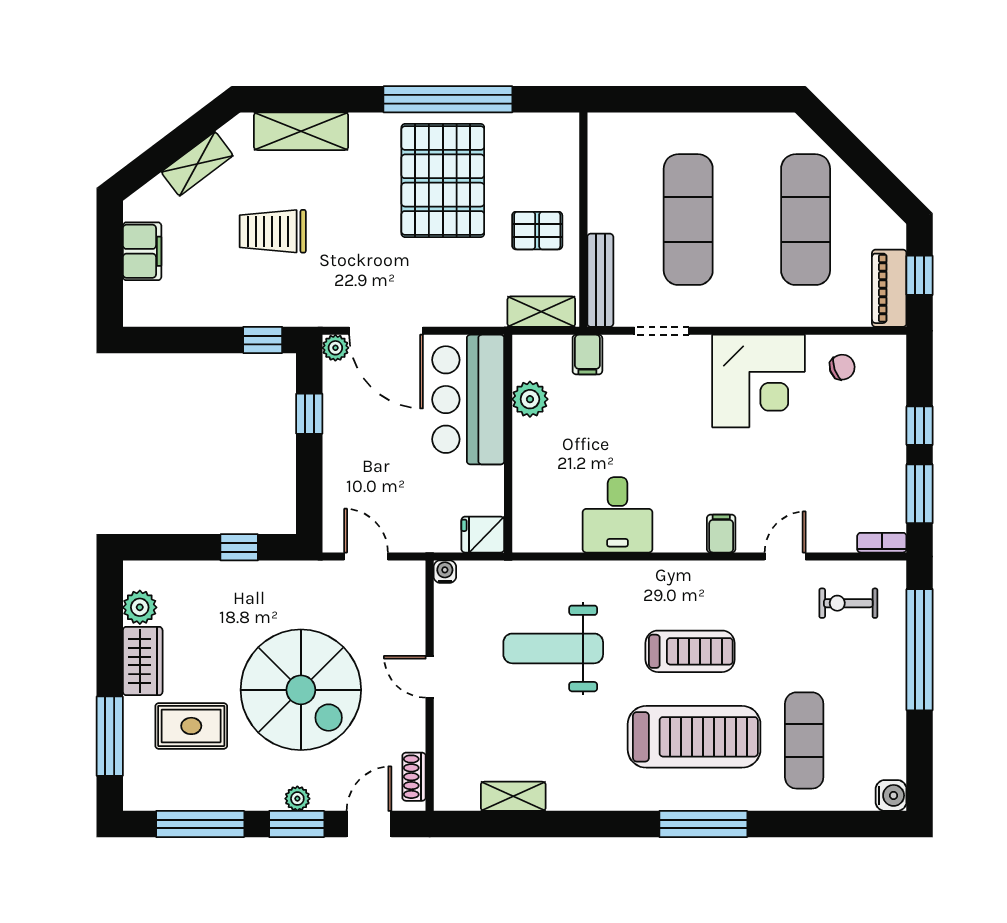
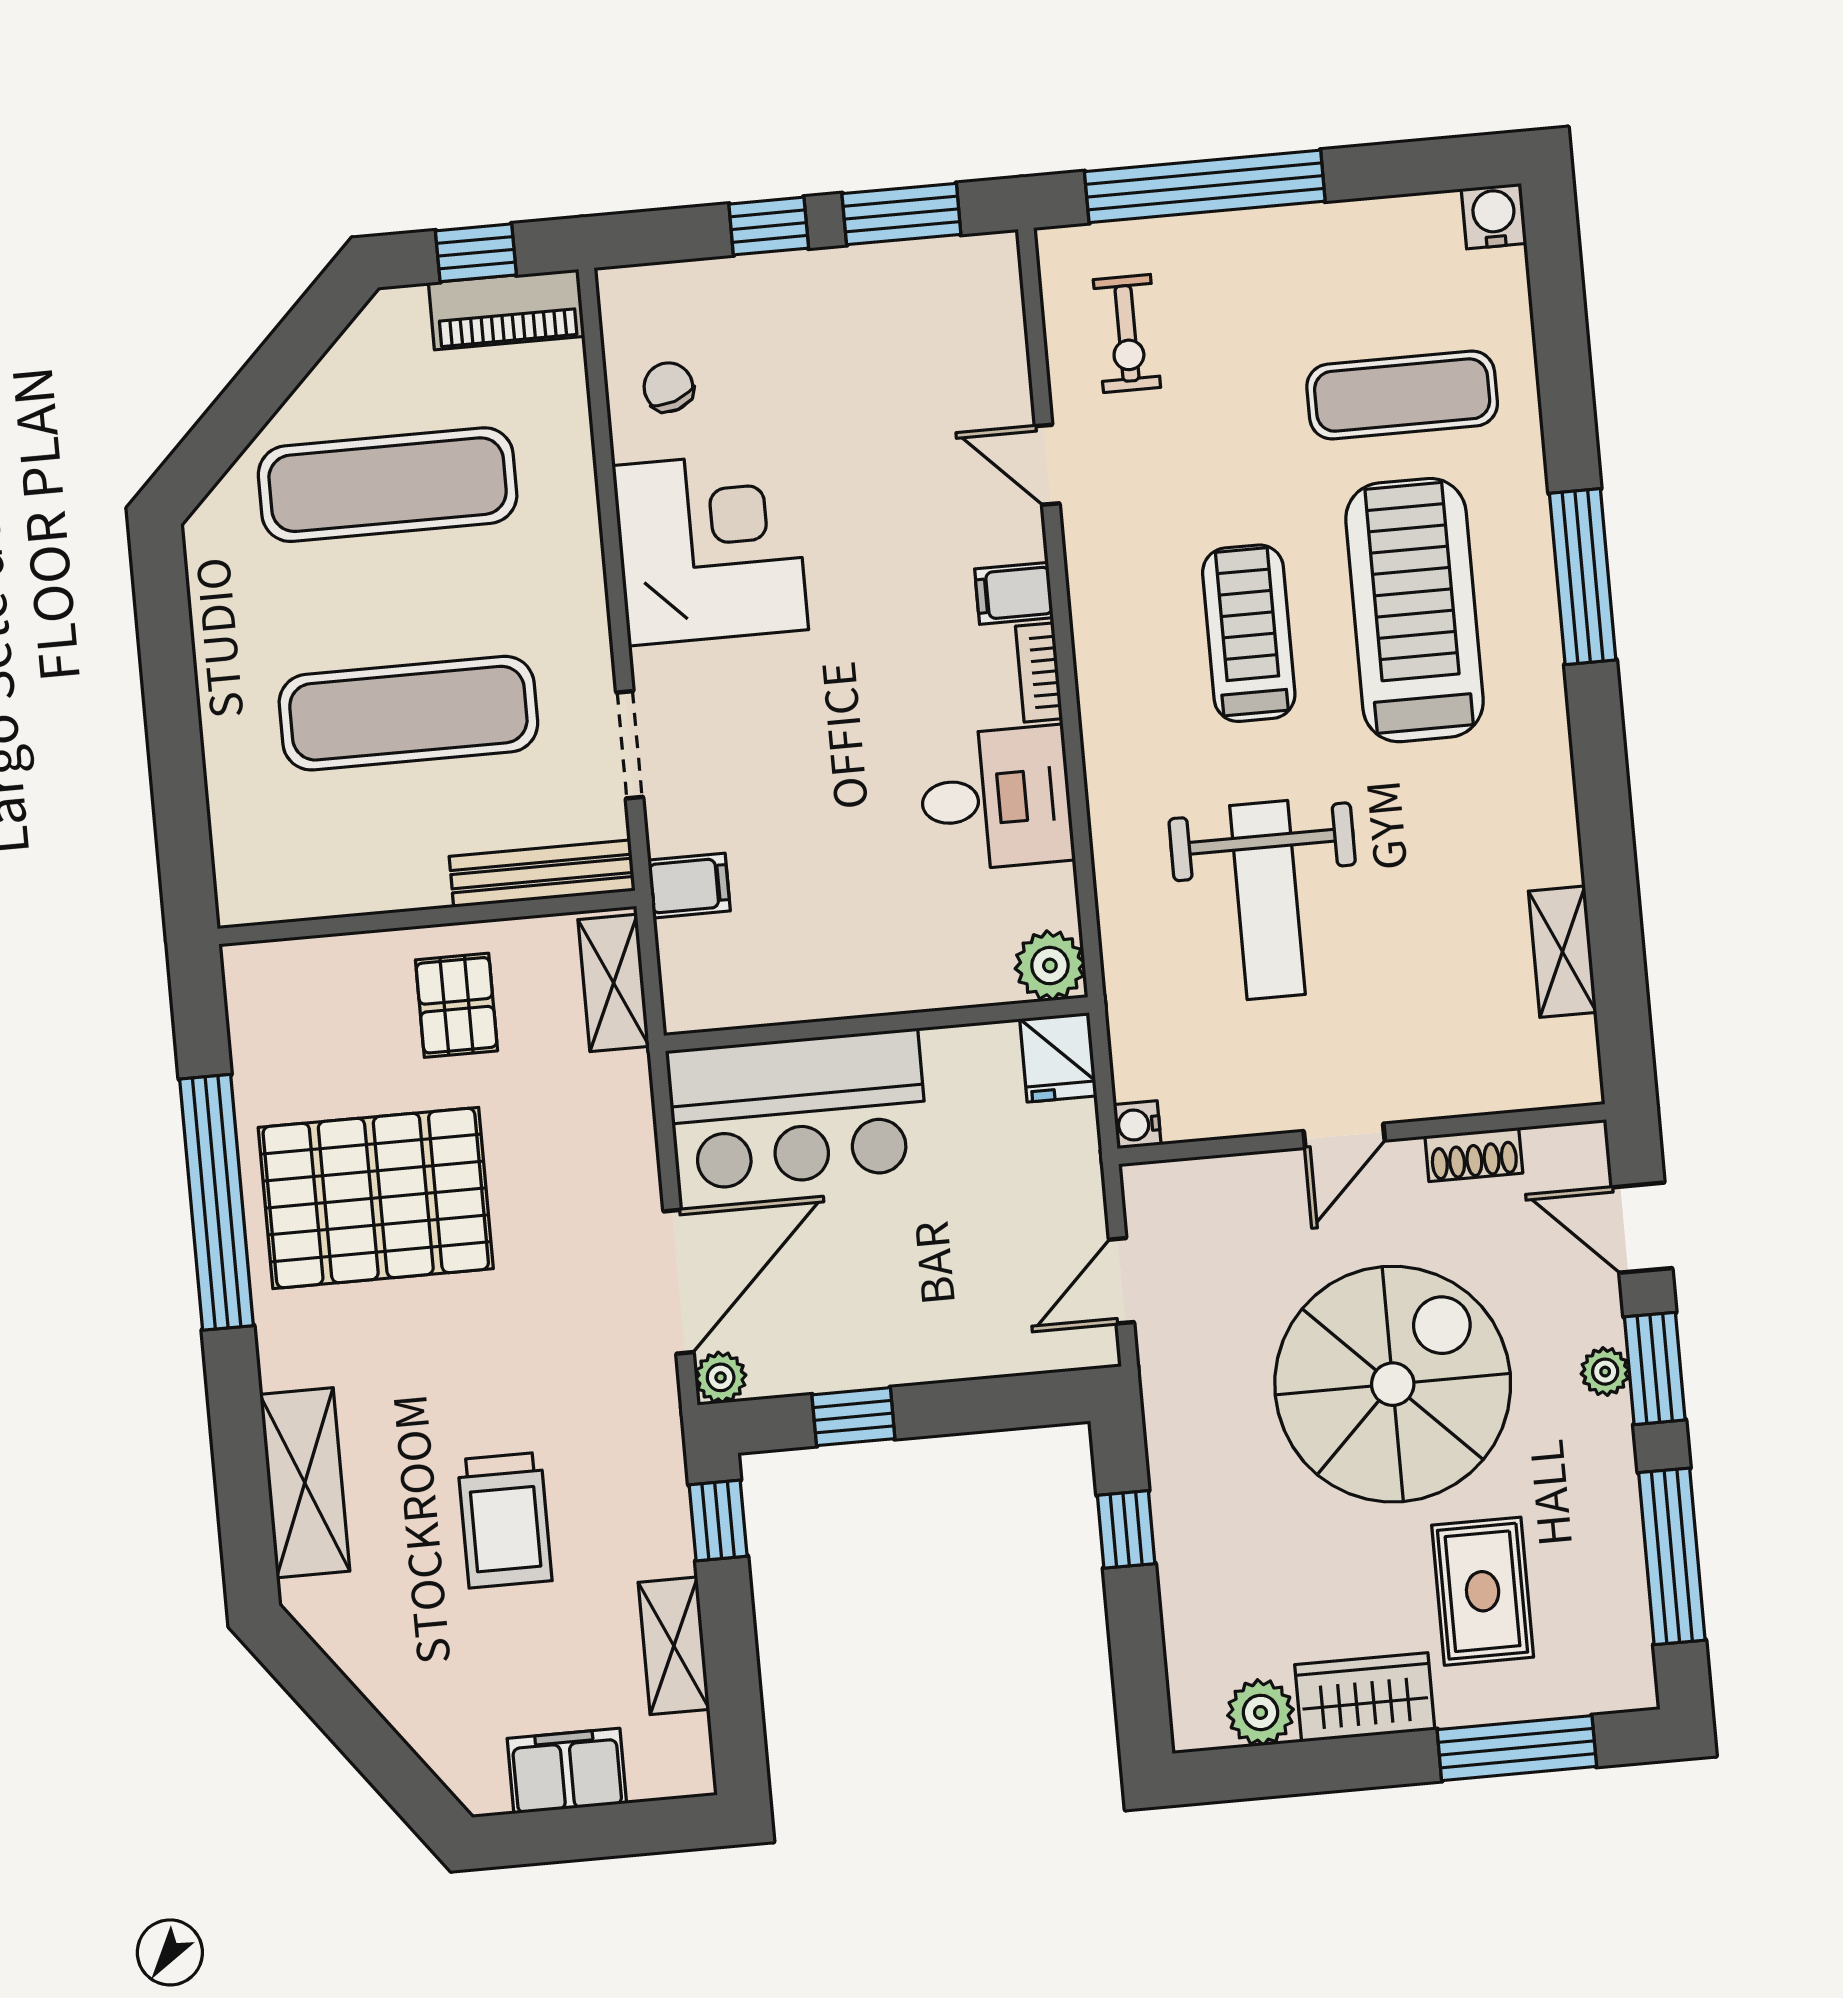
shelving: (197, 164) -> (674, 1646), moved, turned 37
plant: (530, 399) -> (1050, 966), moved
bookcase: (882, 543) -> (1039, 672), moved
shoe rack: (414, 777) -> (1474, 1155), moved

